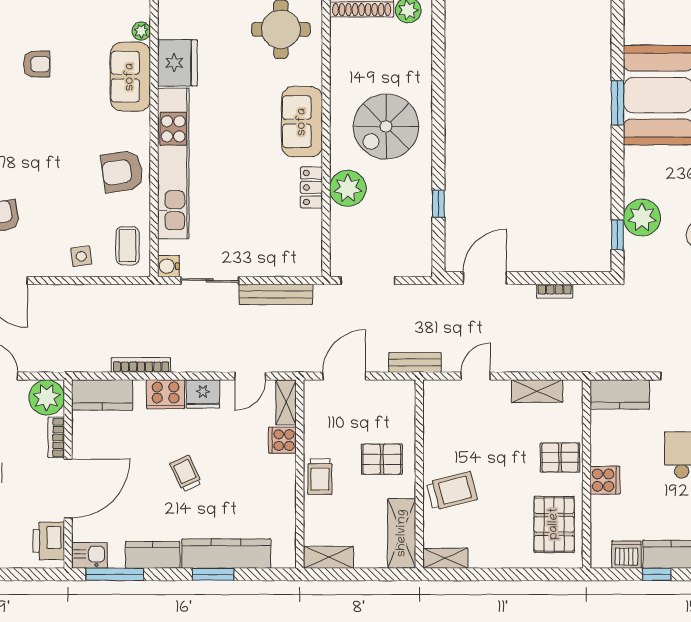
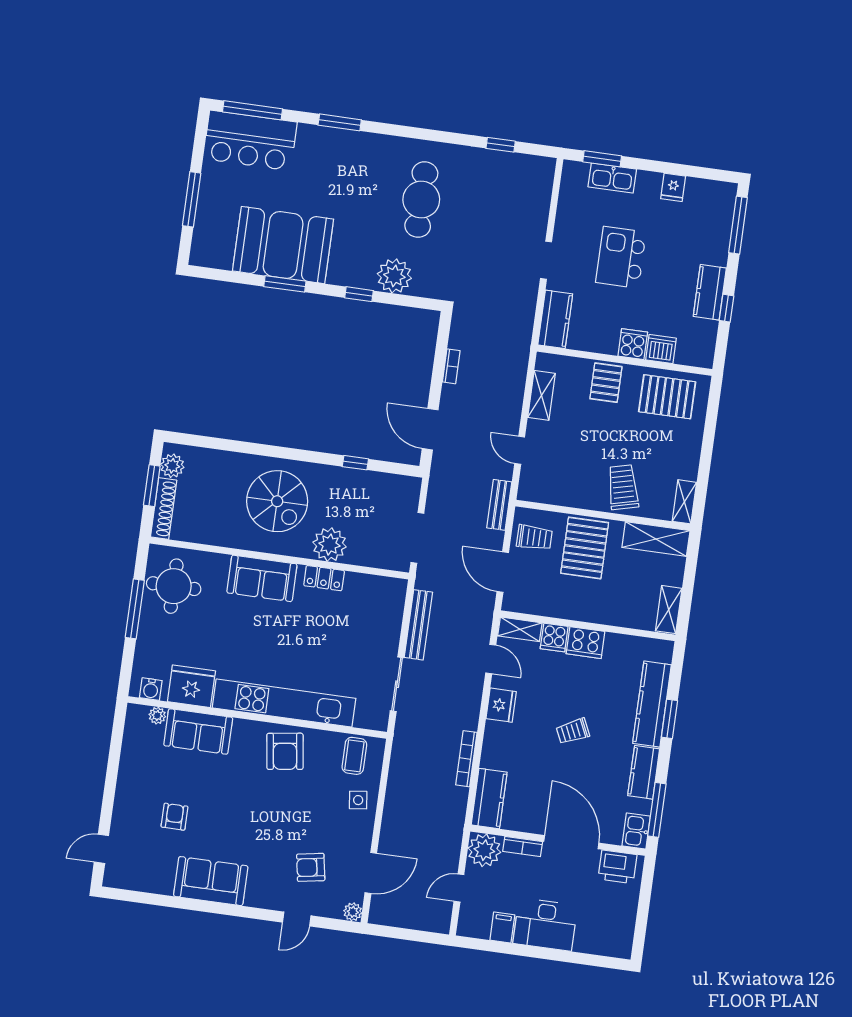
window: (618, 235) -> (359, 294), moved
coffee table: (128, 246) -> (354, 756), turned 90
water cooler: (168, 266) -> (151, 689), moved
cooker: (166, 394) -> (585, 643), moved, turned 90
pallet: (382, 459) -> (585, 548), width x1.50, depth x1.42
trolley: (320, 477) -> (534, 537), moved
dishwasher: (626, 555) -> (661, 349), moved, turned 90

